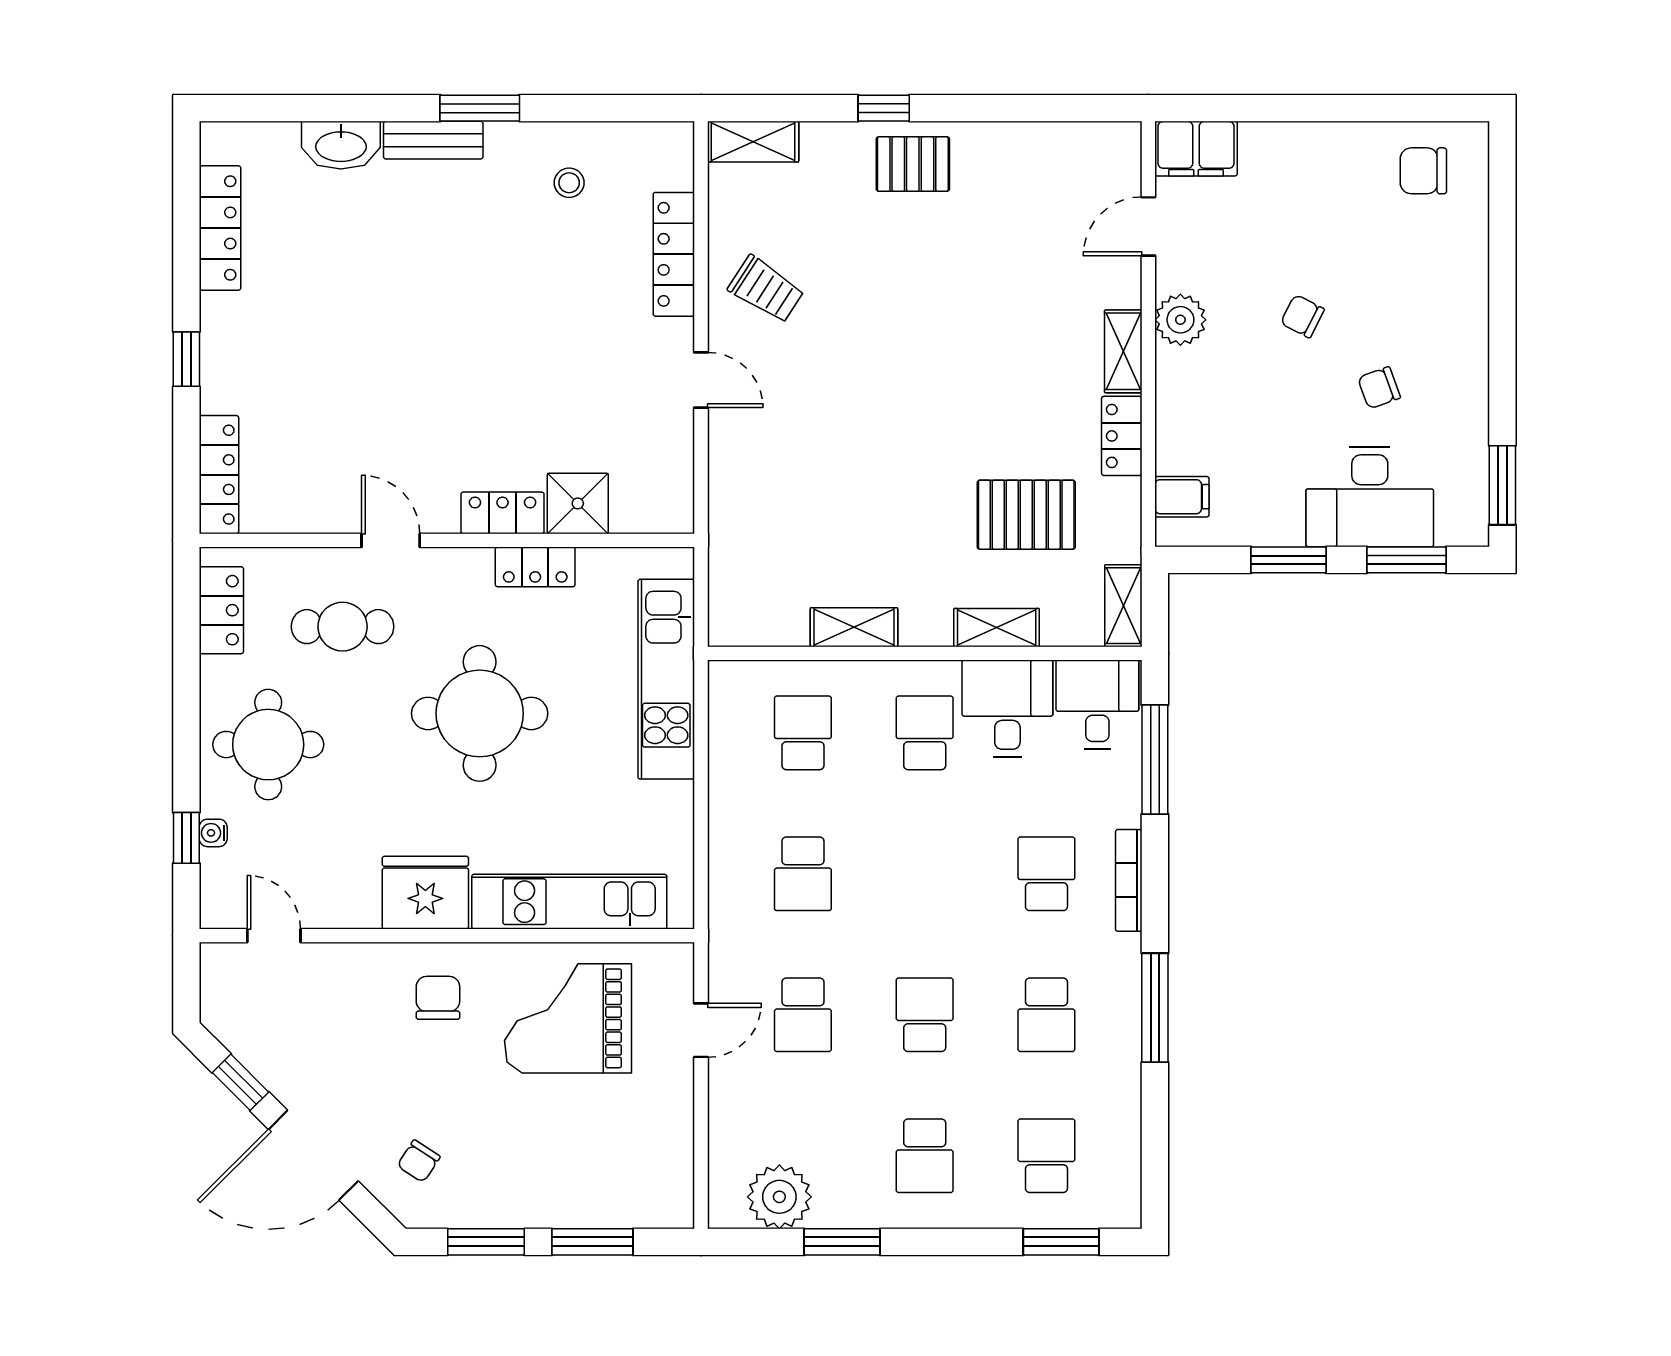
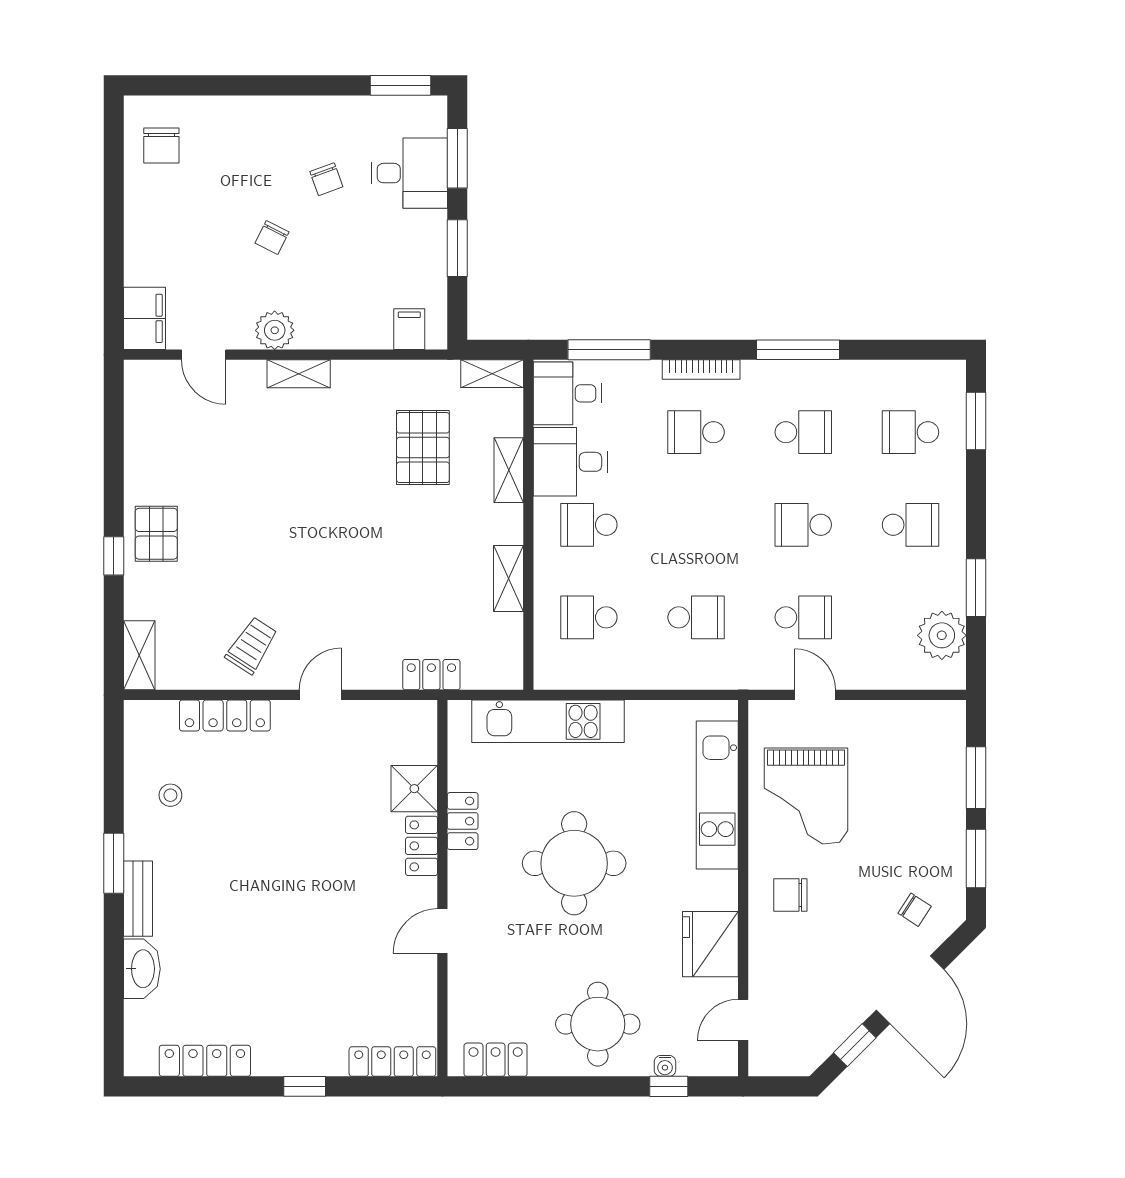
locker: (1122, 436) -> (431, 675), moved, turned 180
desk: (1370, 497) -> (409, 173), width x0.73
cafe table: (343, 627) -> (508, 968), removed
fridge: (425, 893) -> (710, 944), moved

